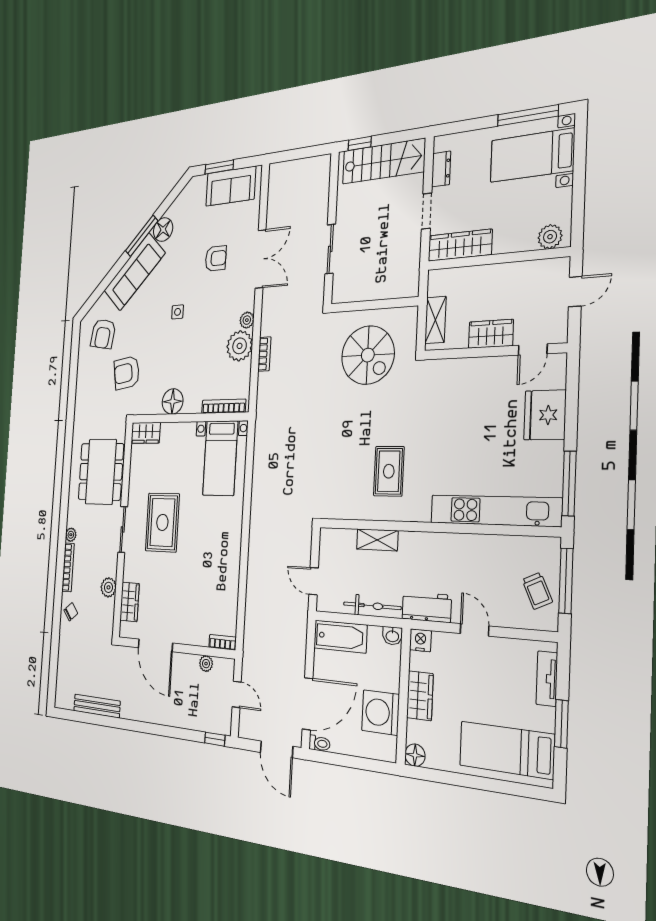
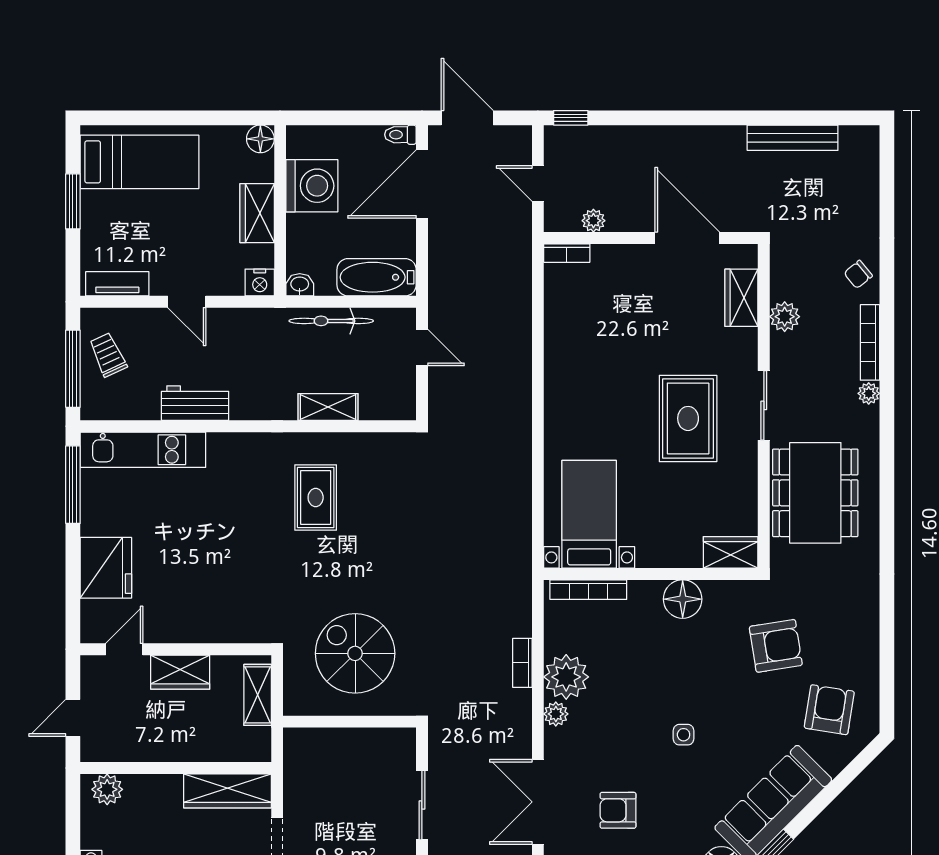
kitchen unit: (495, 511) -> (143, 450), width x0.73
workbench: (427, 607) -> (195, 403), moved, turned 180
tv unit: (547, 679) -> (117, 284), moved, turned -90

